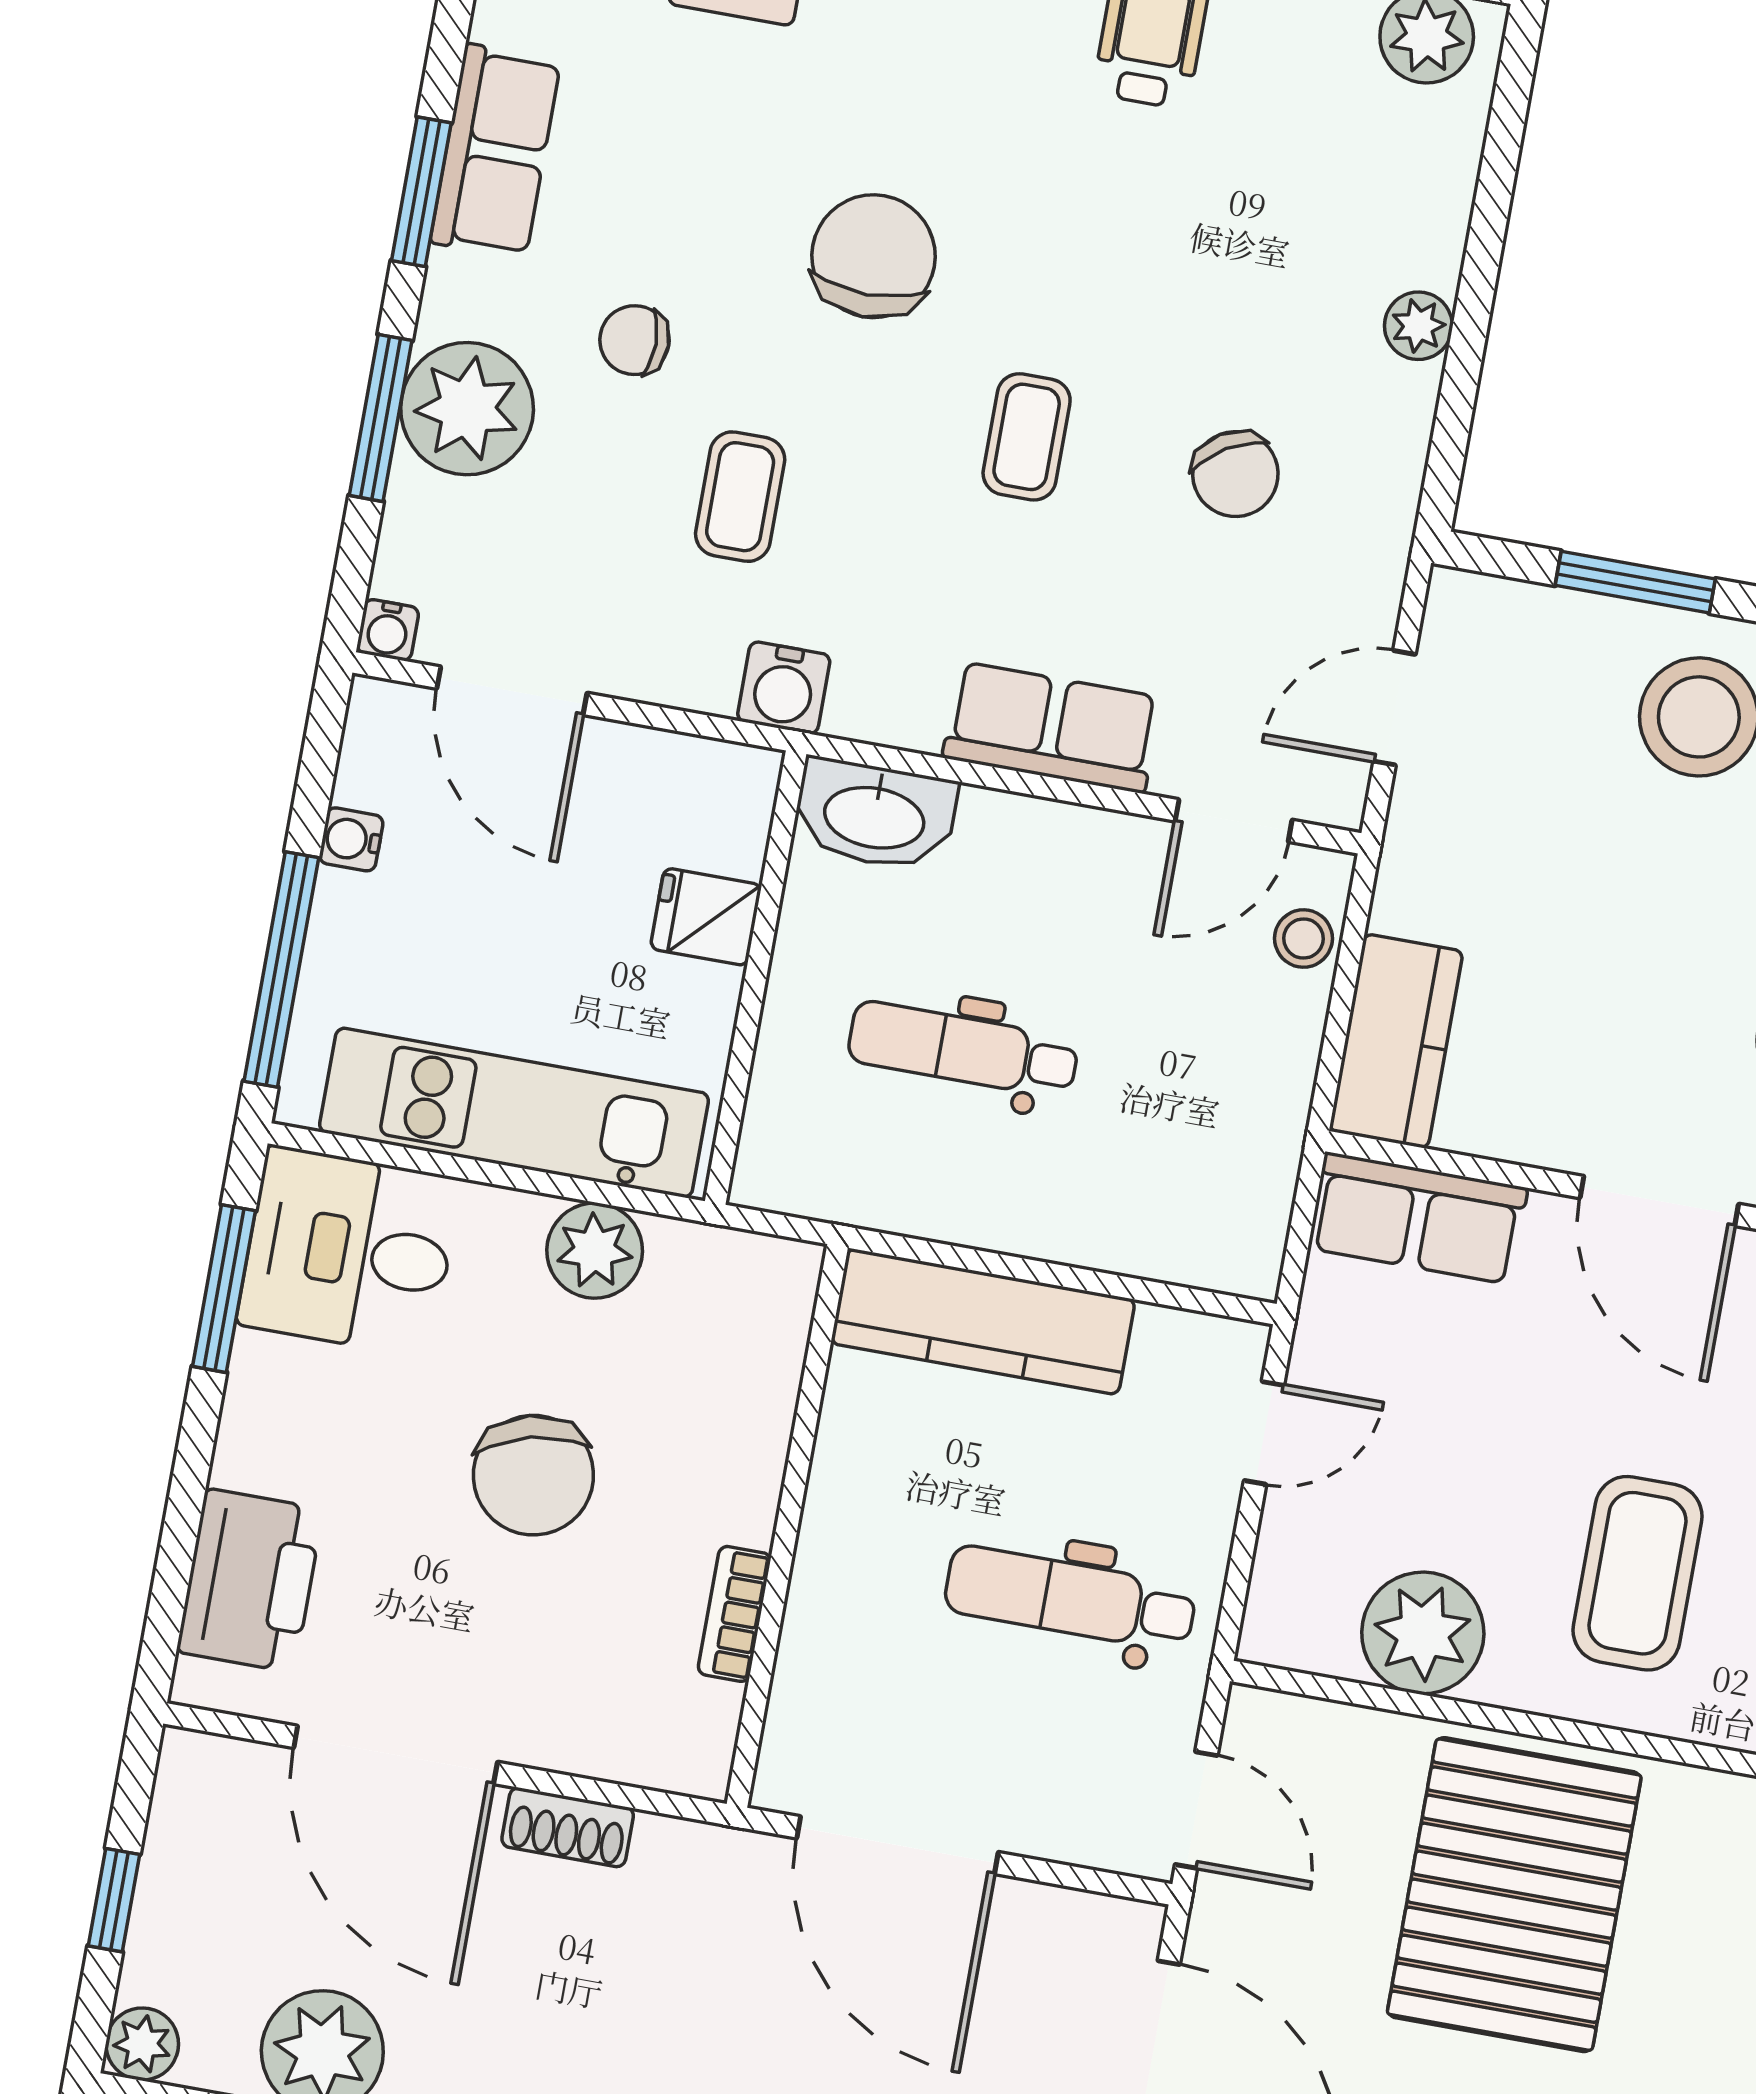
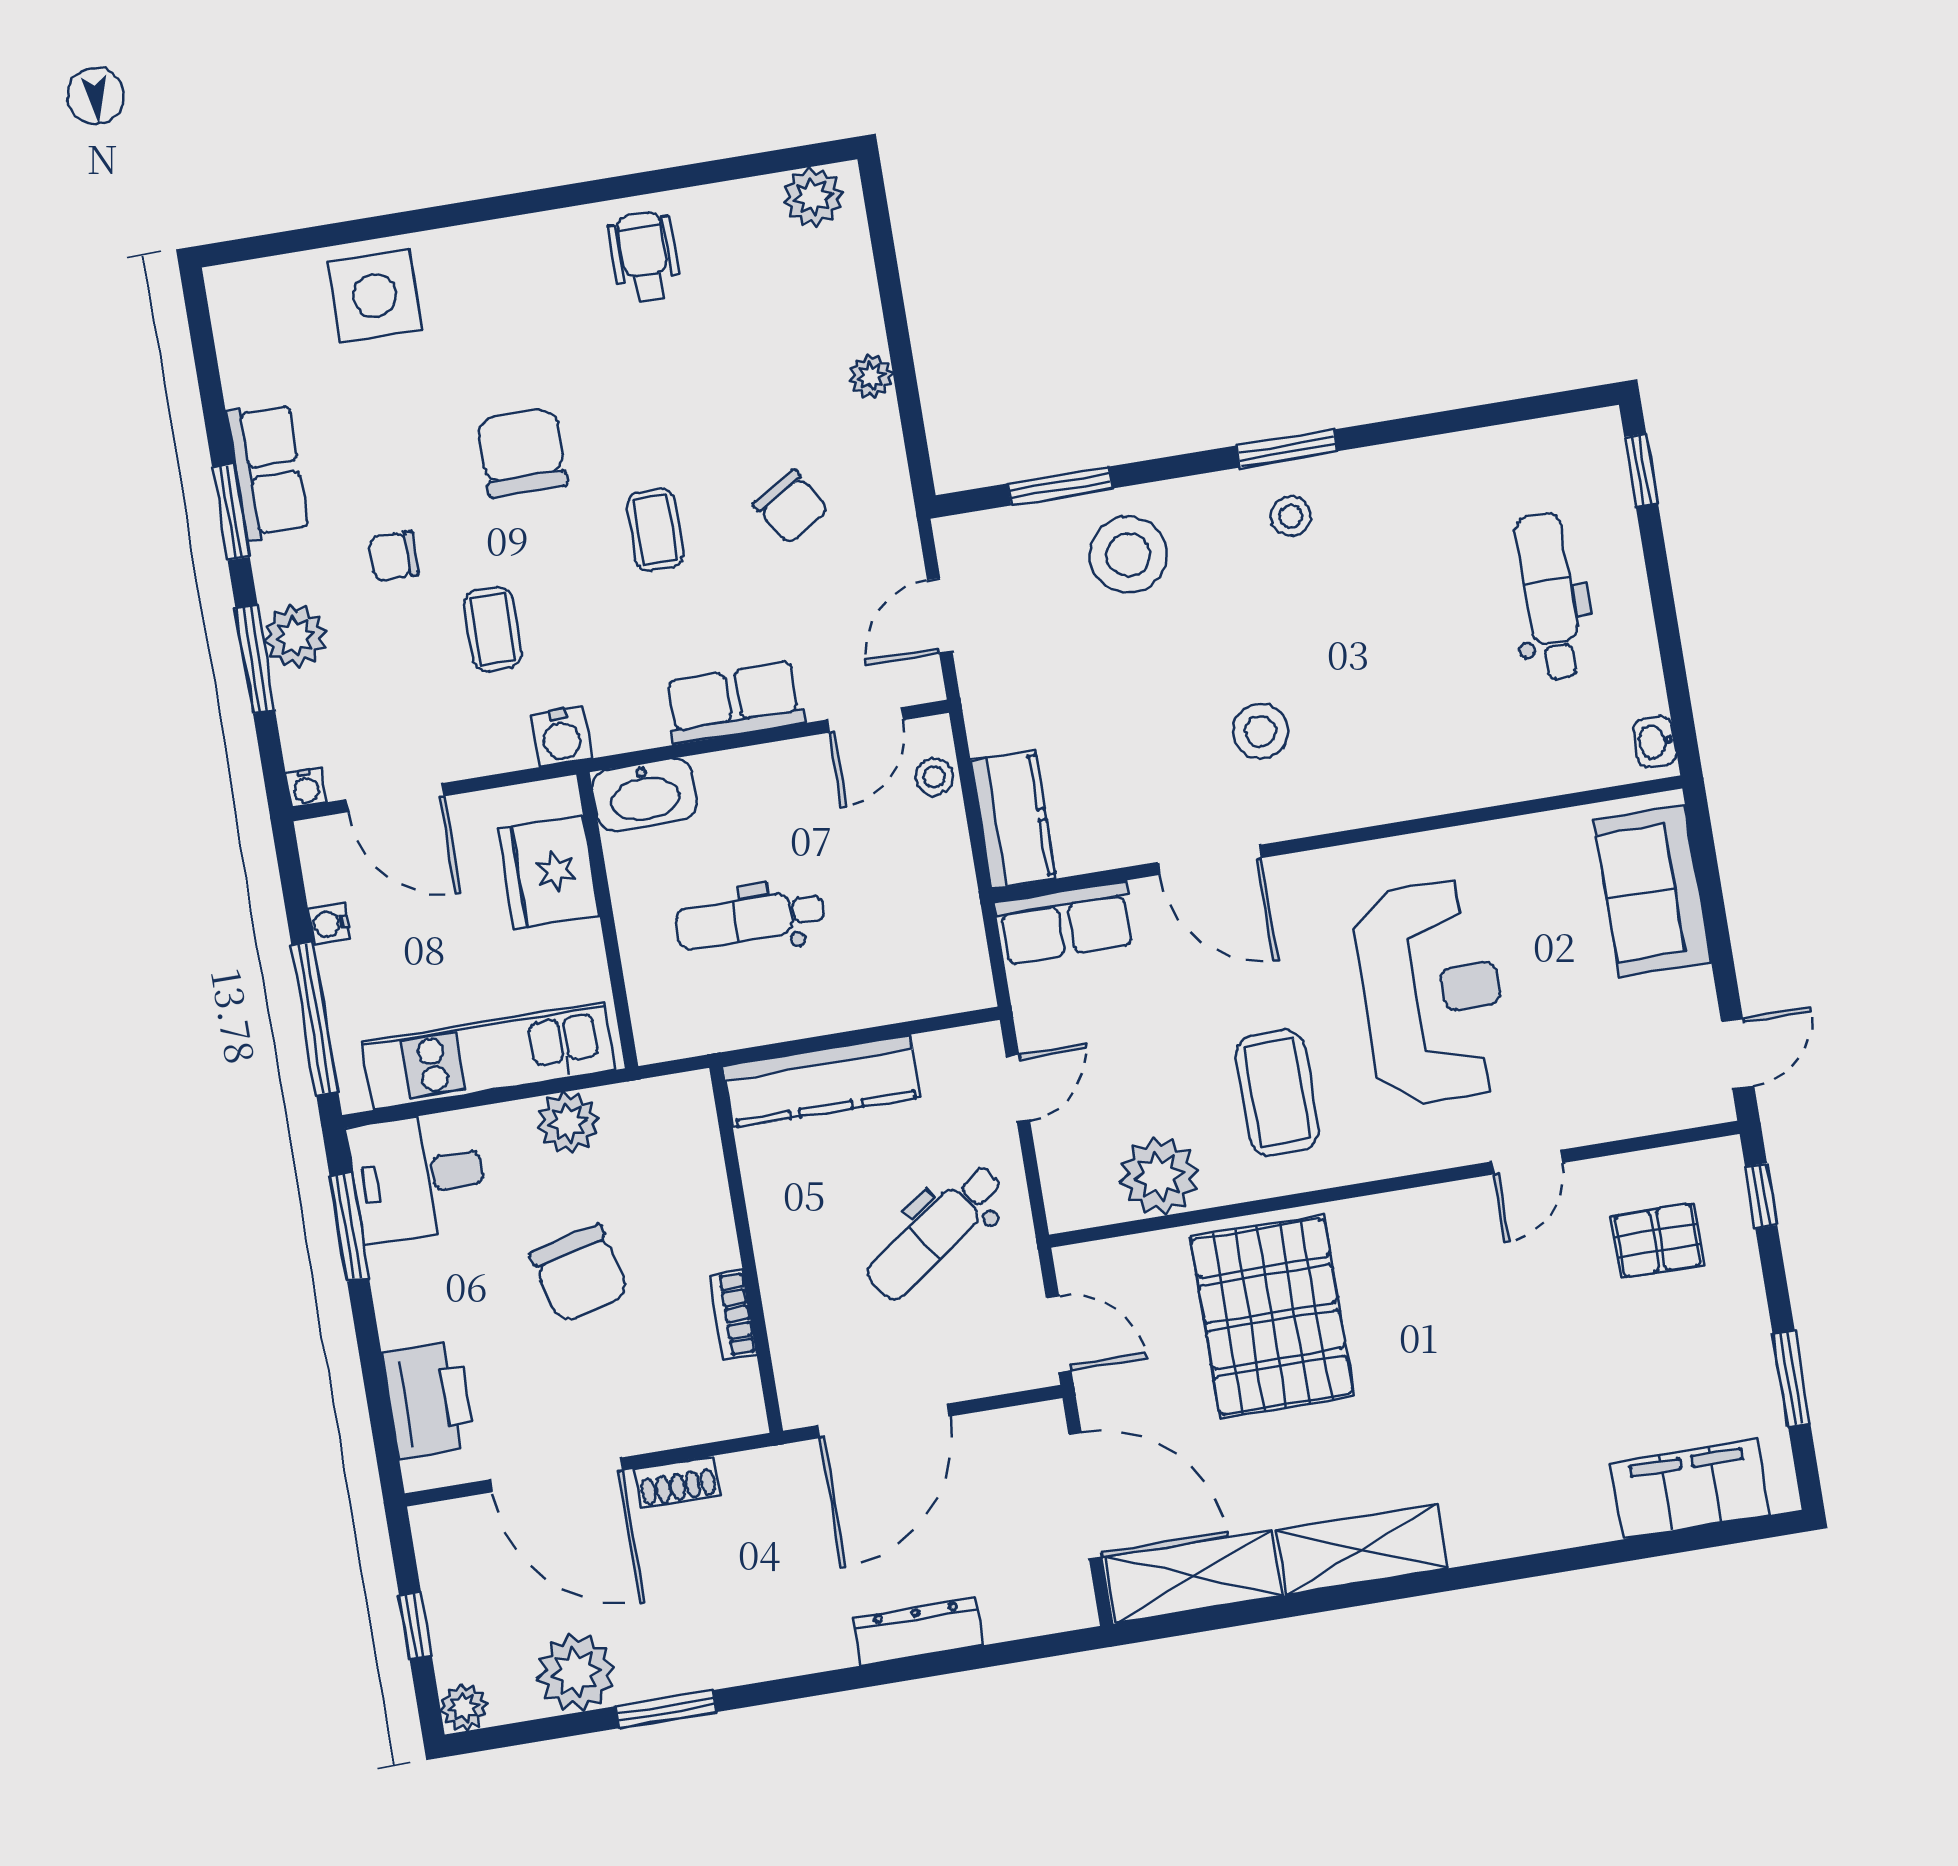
plant: (467, 409) -> (295, 636), width x0.73, depth x0.73
fridge: (706, 917) -> (549, 872), width x1.88, depth x1.34
dental chair: (1070, 1598) -> (935, 1232), turned -36
door: (897, 1845) -> (883, 1421), hinge flipped

